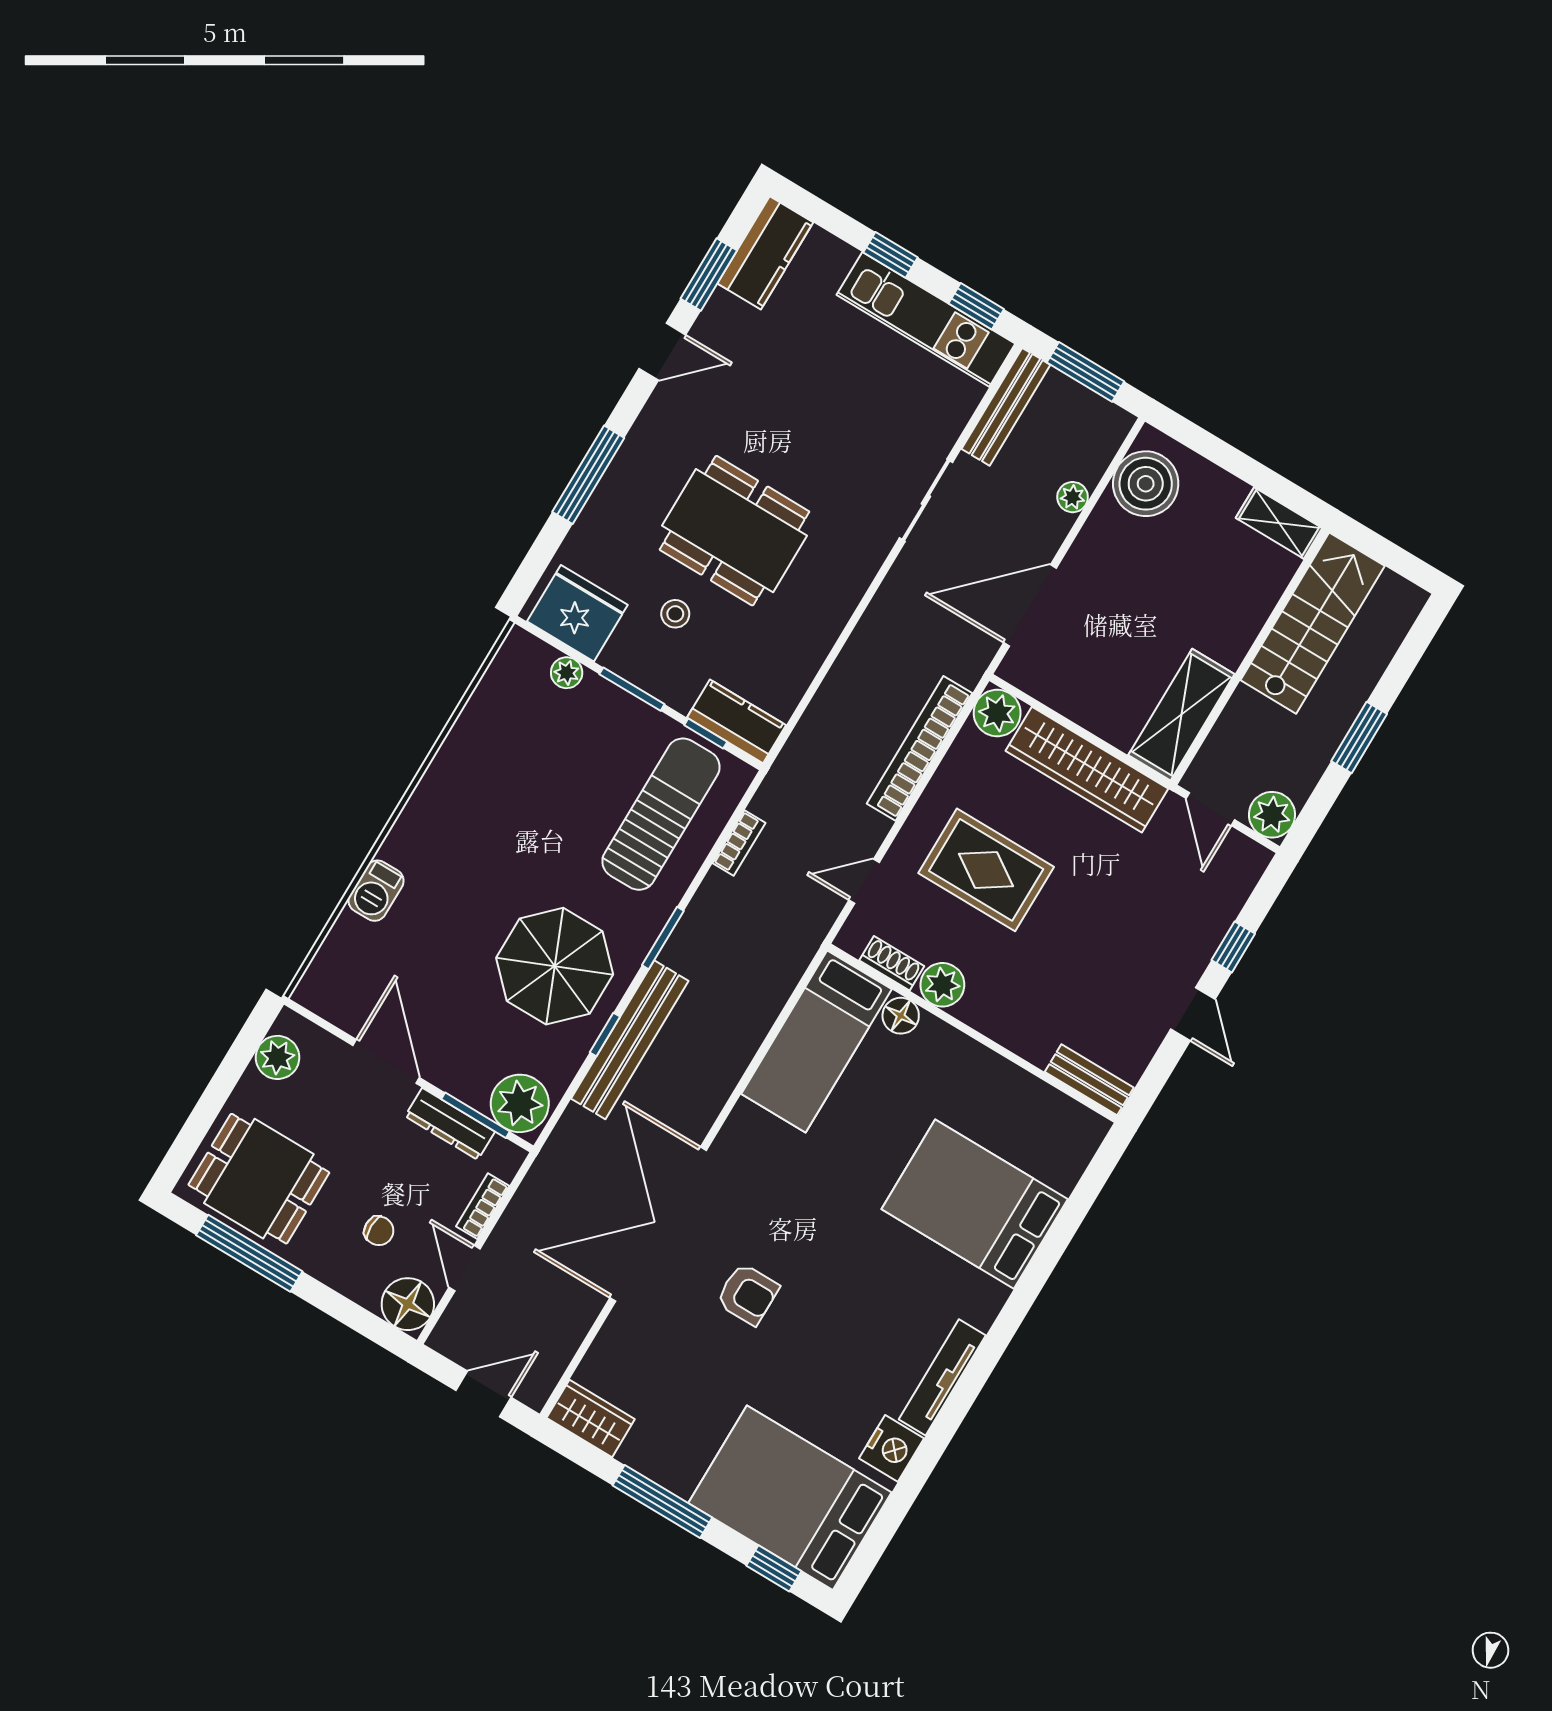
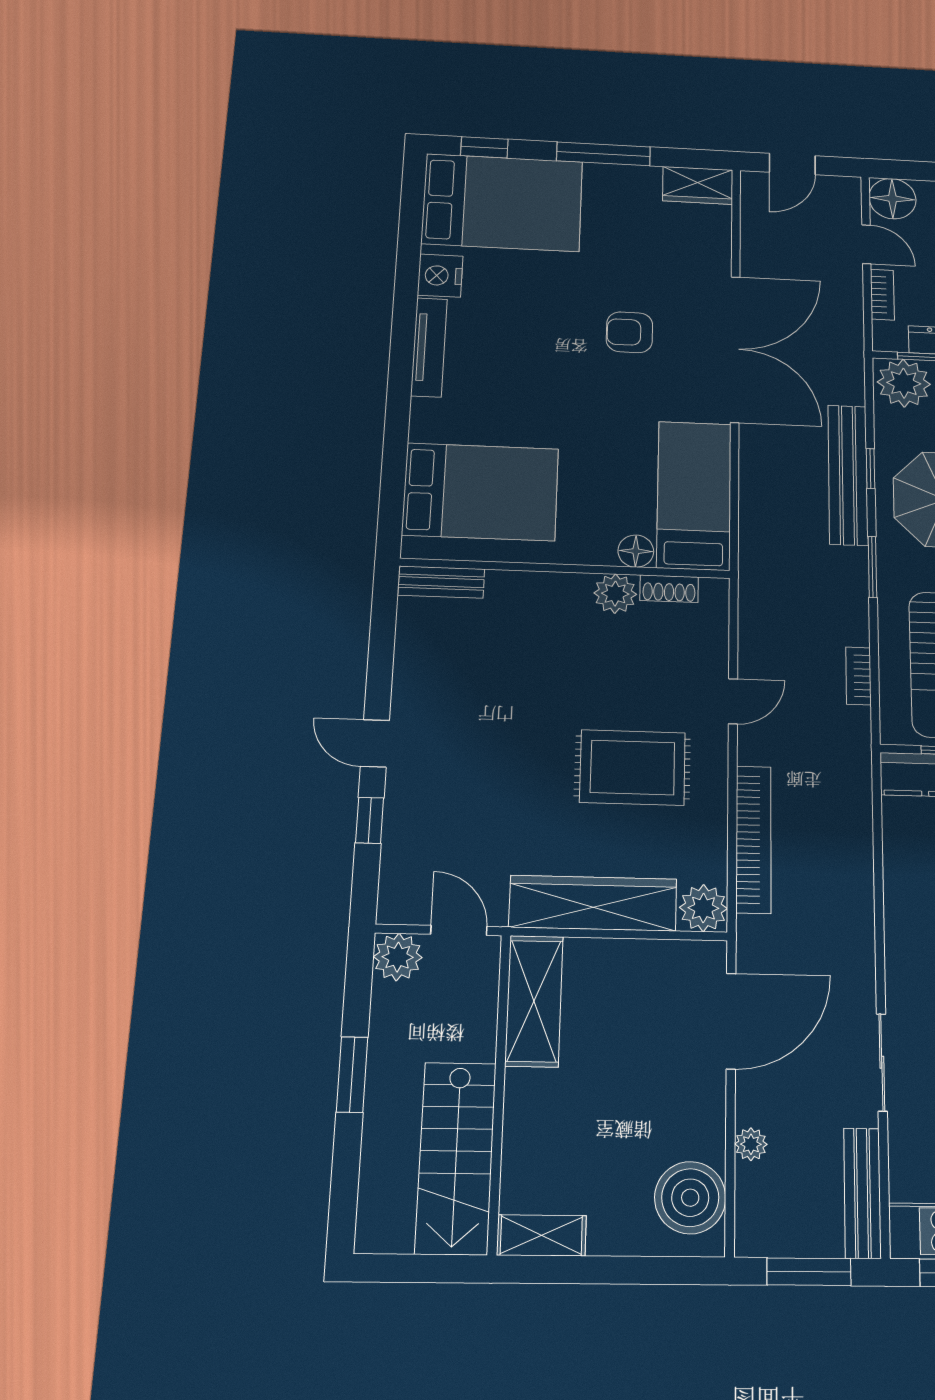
shoe rack: (892, 963) -> (669, 589), moved
plant: (942, 985) -> (615, 594), moved
floor lamp: (901, 1016) -> (636, 551), moved
wall: (973, 1033) -> (566, 568), moved
bed: (816, 1042) -> (694, 495), moved
bench: (1089, 1080) -> (441, 582), moved

